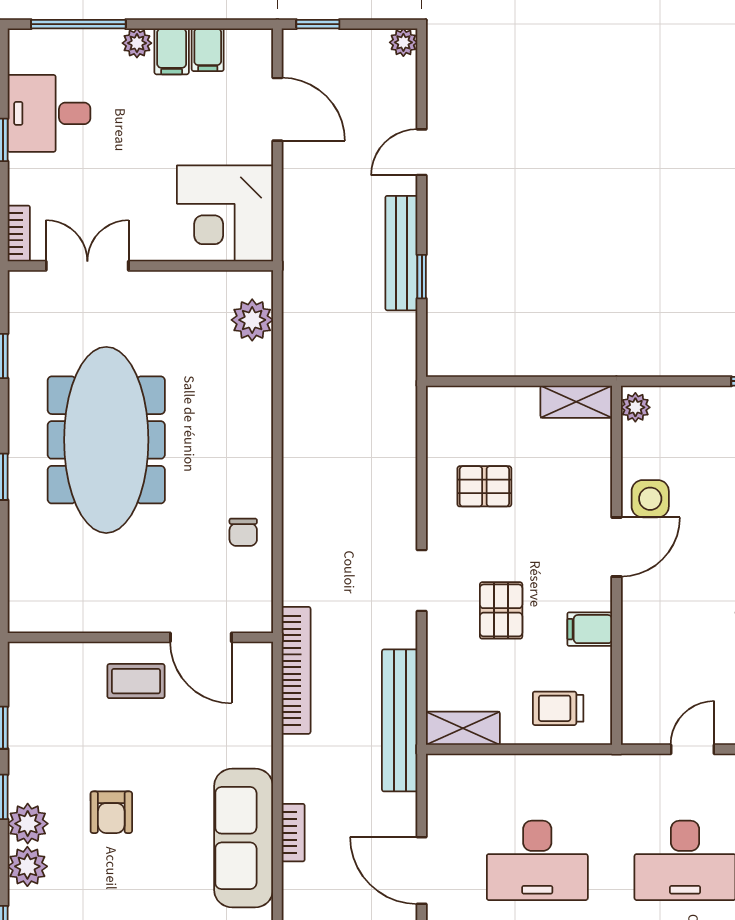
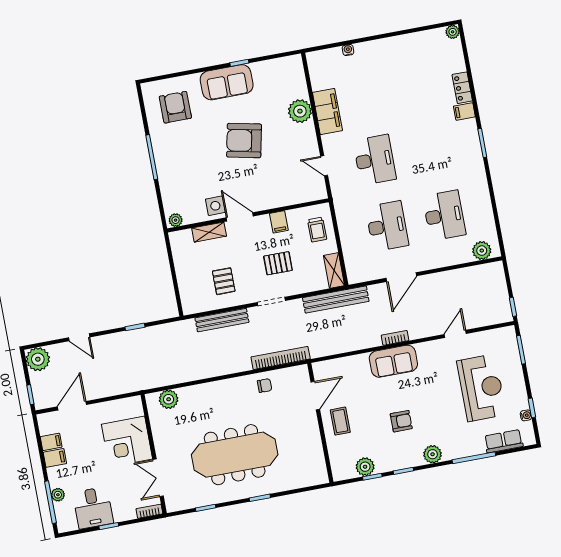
plant: (403, 42) -> (38, 359), width x1.87, depth x1.87
plant: (137, 43) -> (58, 495), moved
corner desk: (225, 213) -> (127, 442), moved, turned 90
bench: (401, 253) -> (222, 320), moved
shelving: (576, 402) -> (209, 232), moved, turned 90
bookcase: (296, 670) -> (281, 358), moved
plant: (28, 824) -> (365, 467), moved
sofa: (244, 838) -> (393, 361), width x0.73

